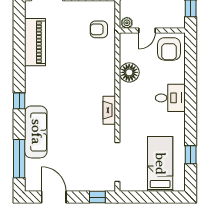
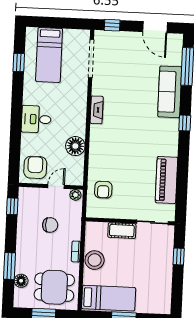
armchair: (99, 29) -> (103, 190), turned 90

